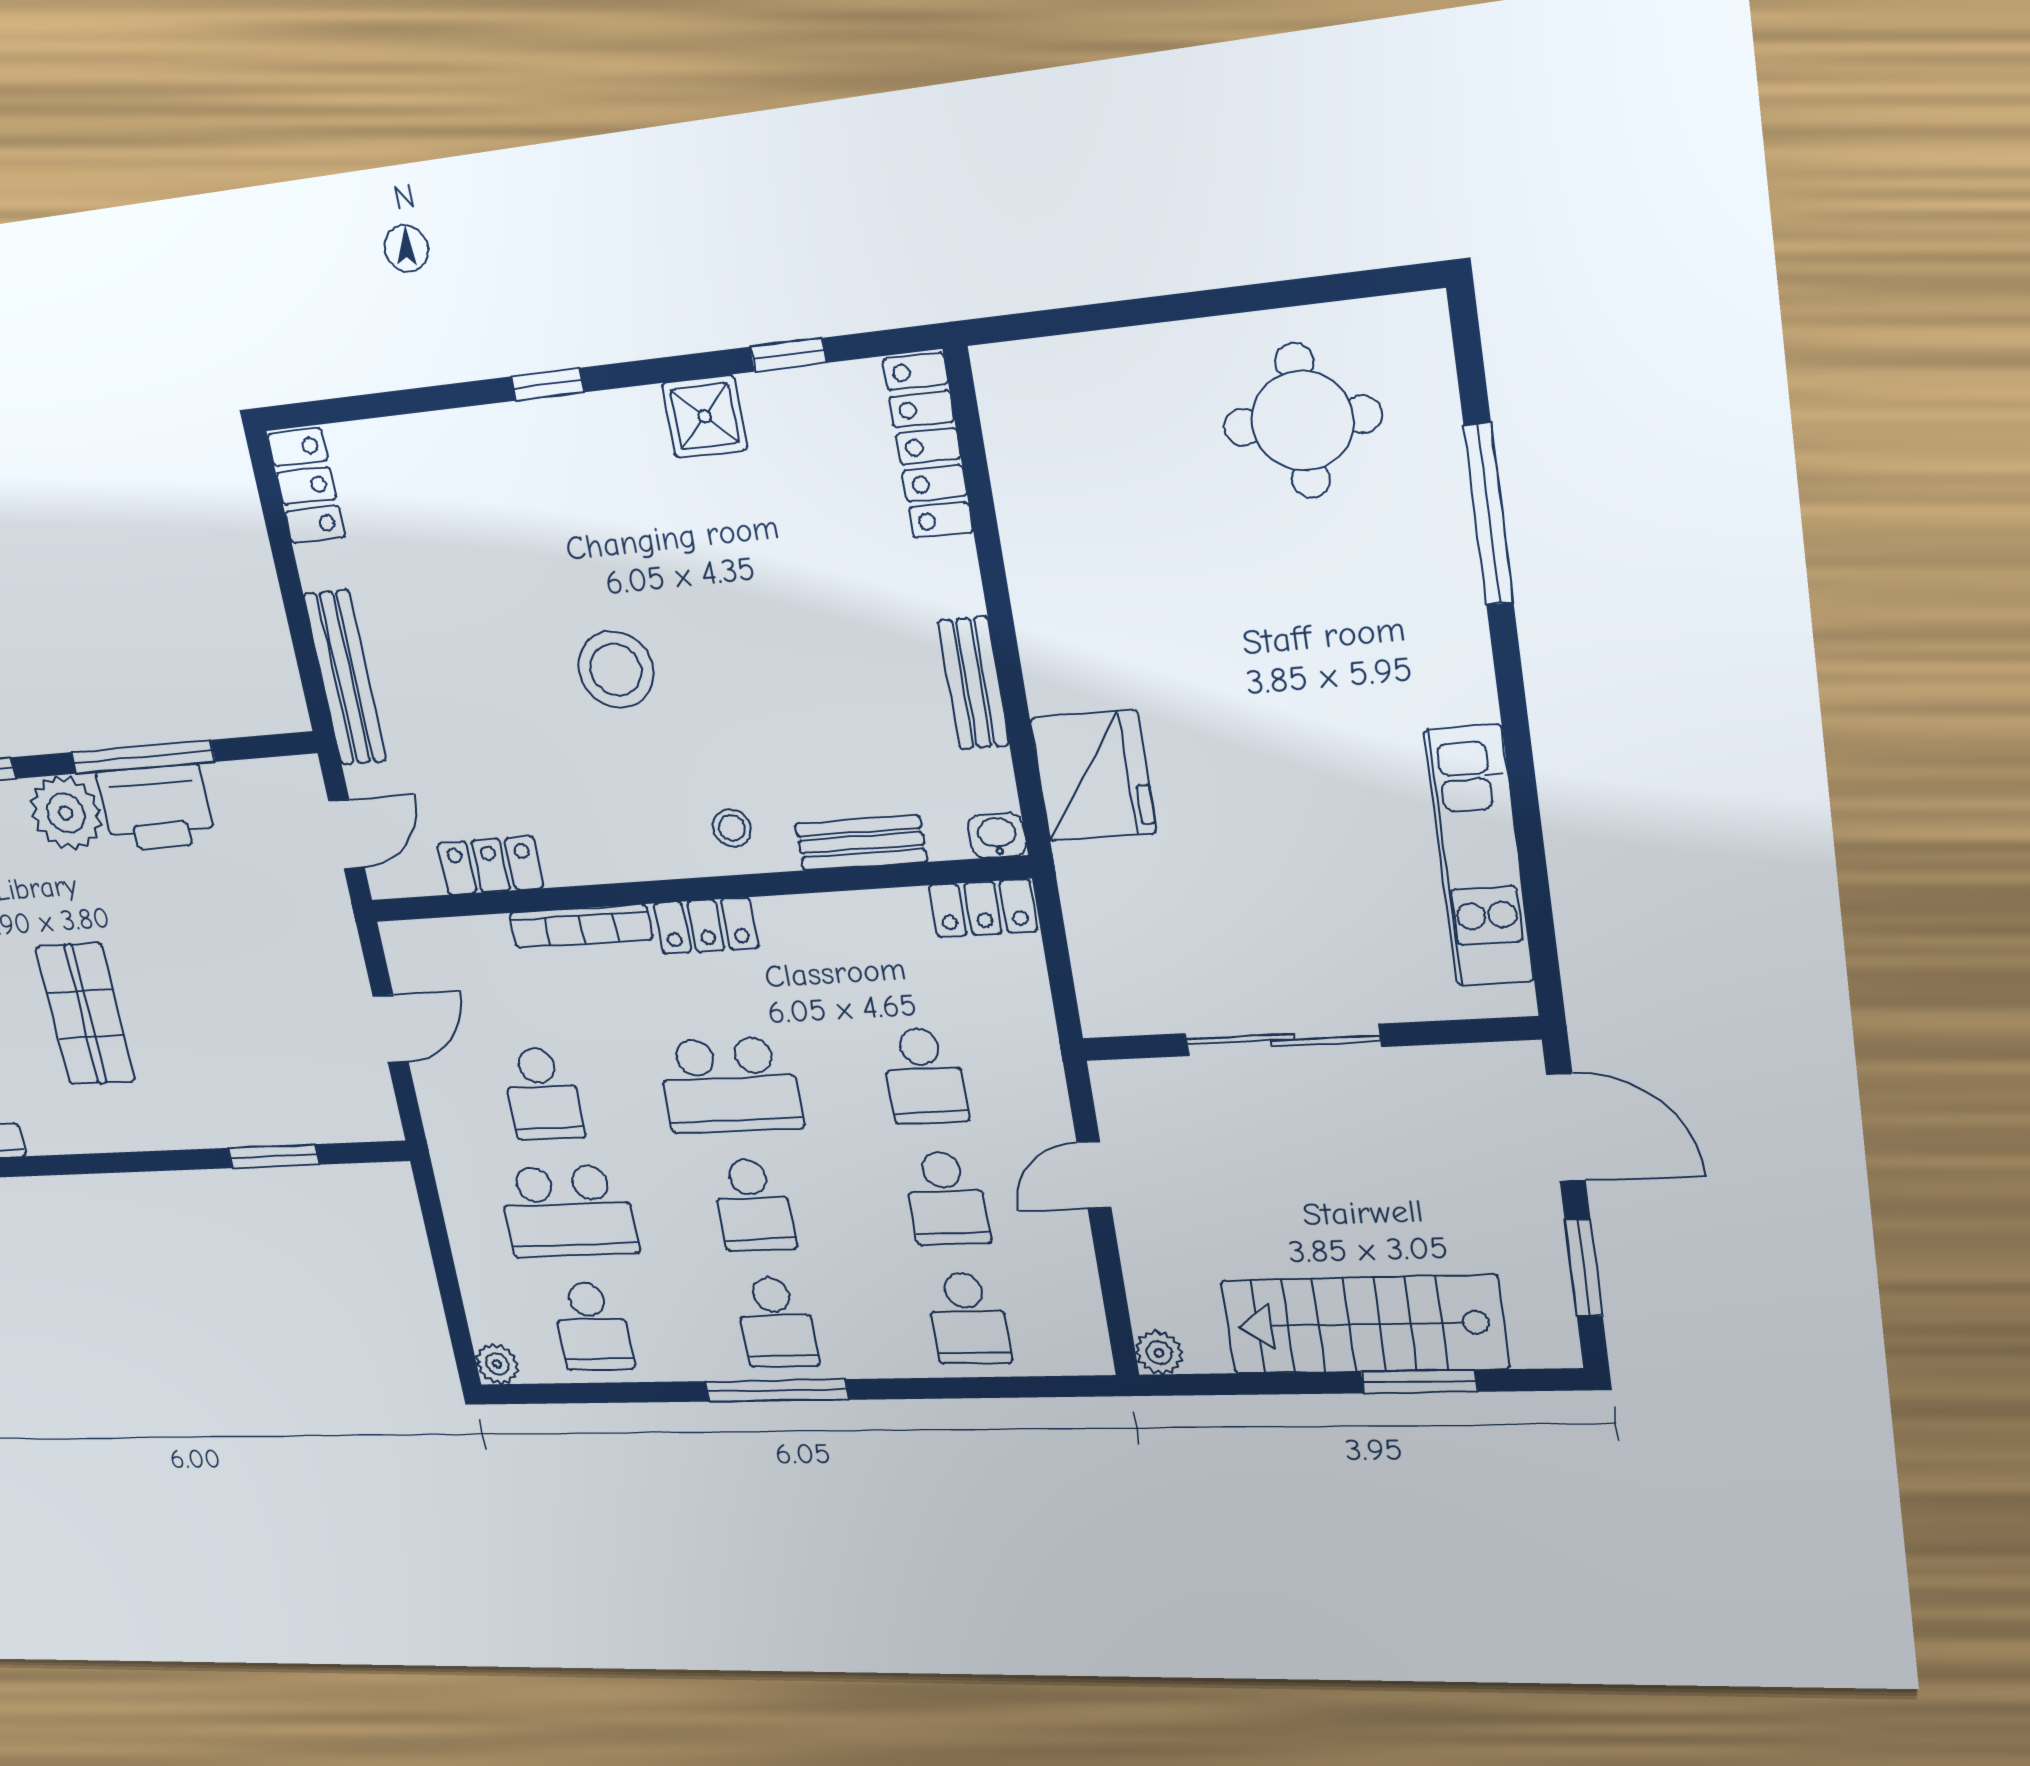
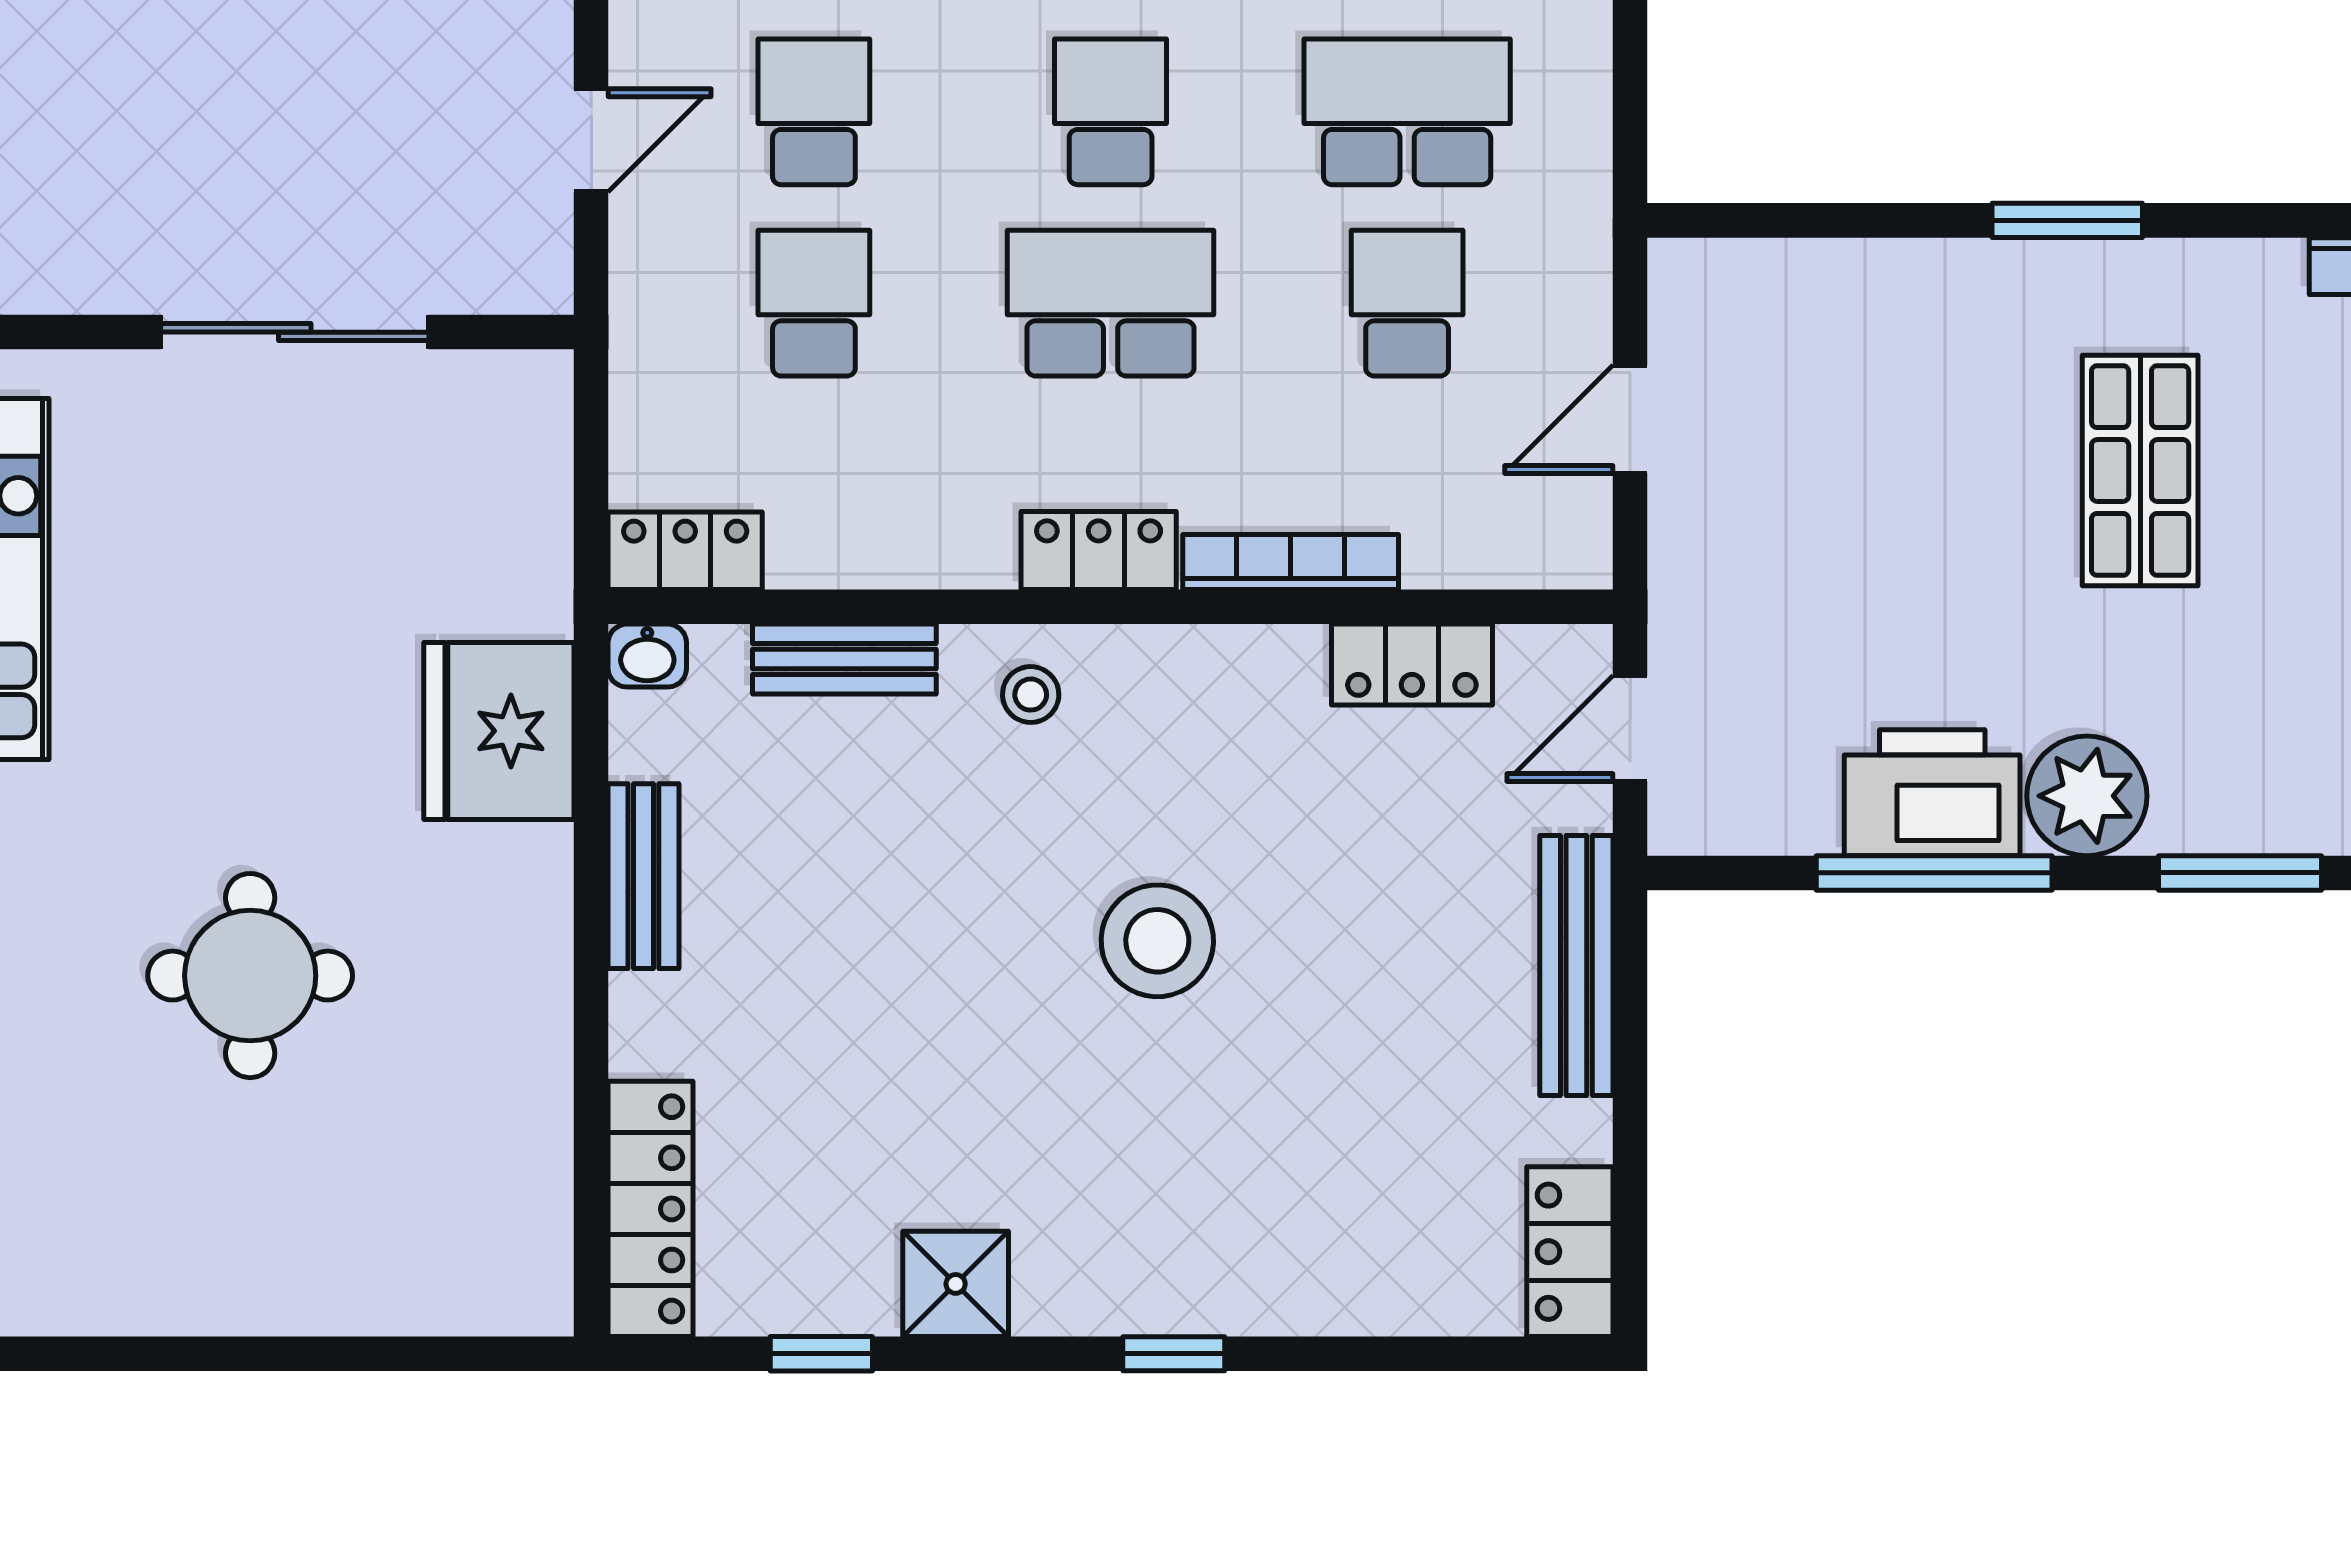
round table: (1303, 421) -> (250, 976), moved
window: (274, 1156) -> (2067, 220), moved

